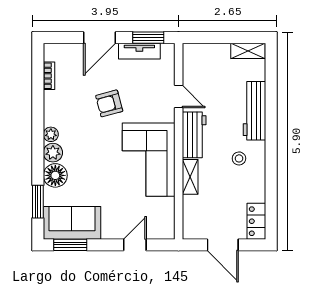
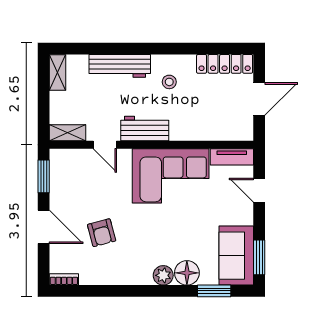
tv unit: (139, 51) -> (232, 157), moved, turned 90
bookcase: (49, 76) -> (64, 279), moved
door: (179, 97) -> (105, 145), swing flipped
armchair: (109, 103) -> (102, 233), moved
plant: (51, 134) -> (144, 278), removed
shelving: (190, 177) -> (68, 133), moved
locker: (256, 221) -> (225, 64), width x1.53

